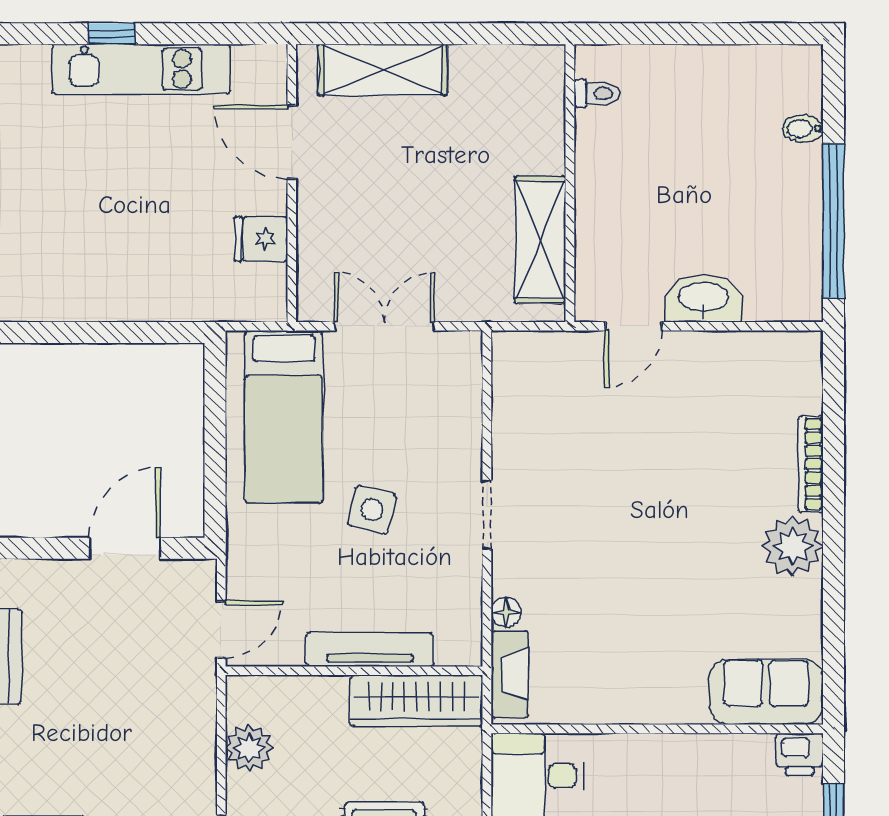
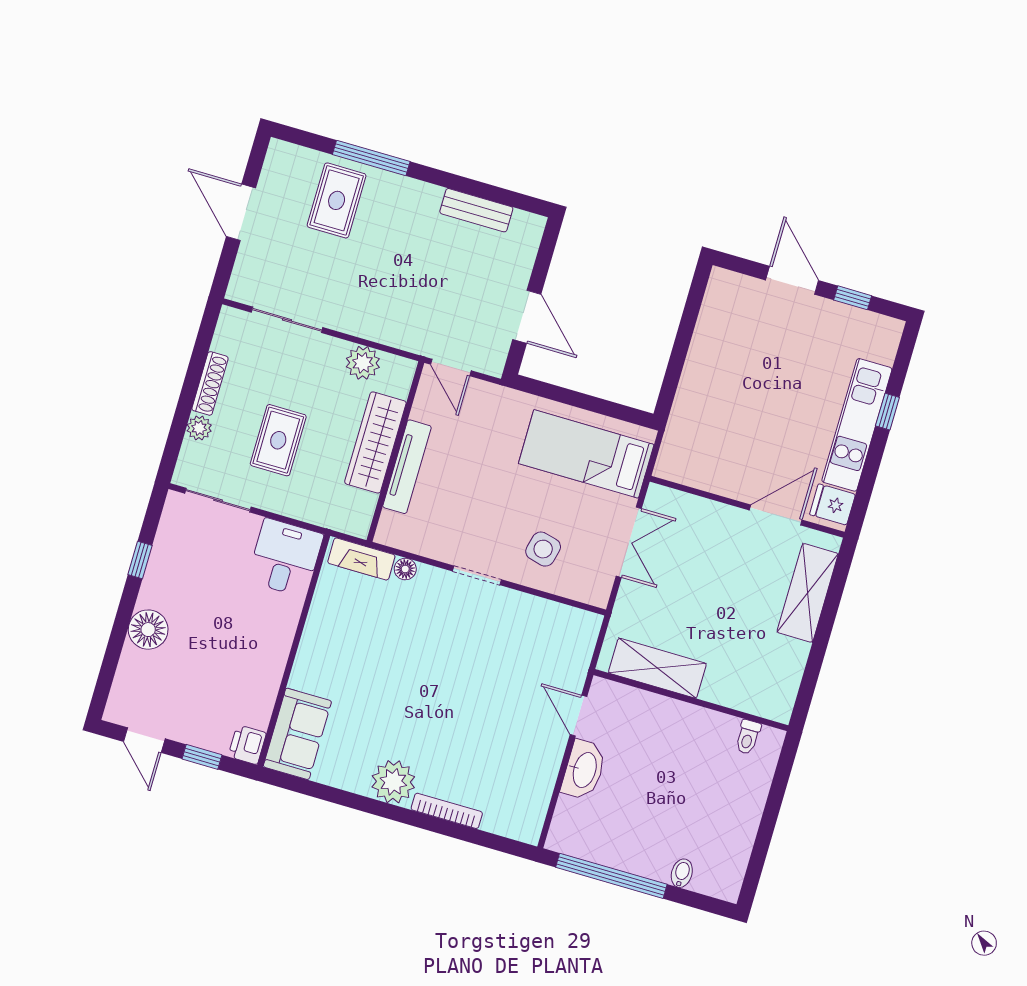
fridge: (261, 239) -> (832, 504), moved, turned -90
side table: (372, 510) -> (543, 549), moved
wardrobe: (416, 701) -> (375, 442), moved

